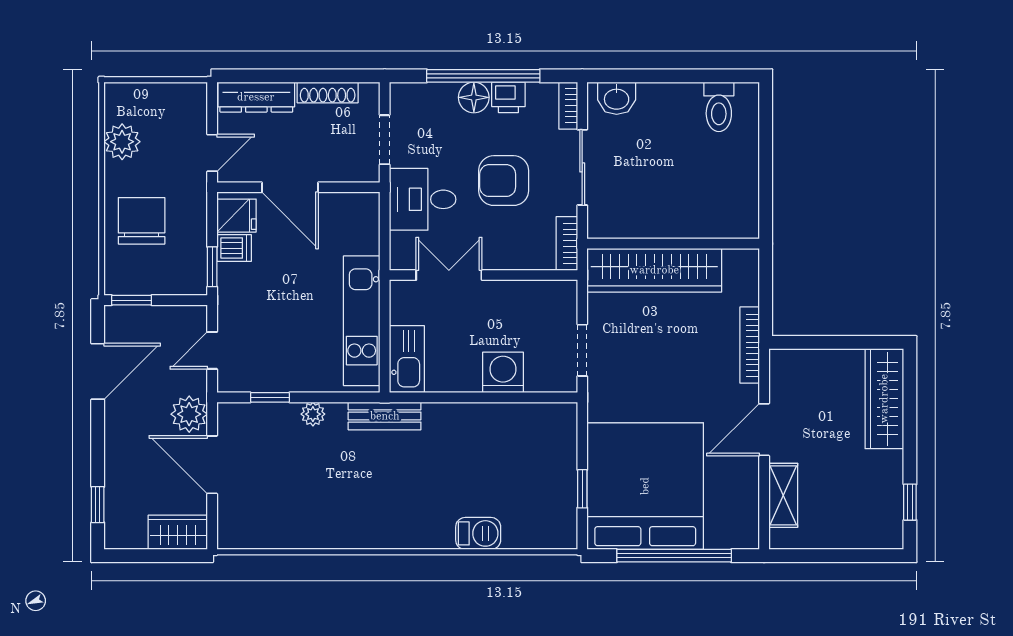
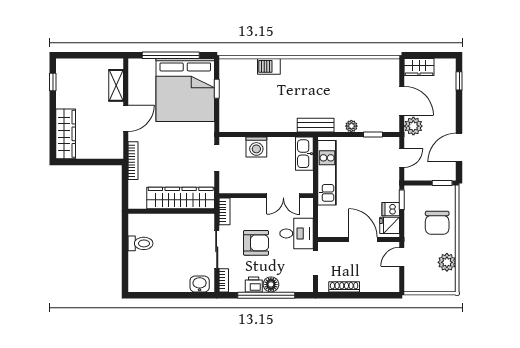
dresser: (256, 97) -> (380, 285), removed
toilet: (719, 107) -> (140, 243), moved, turned 90

